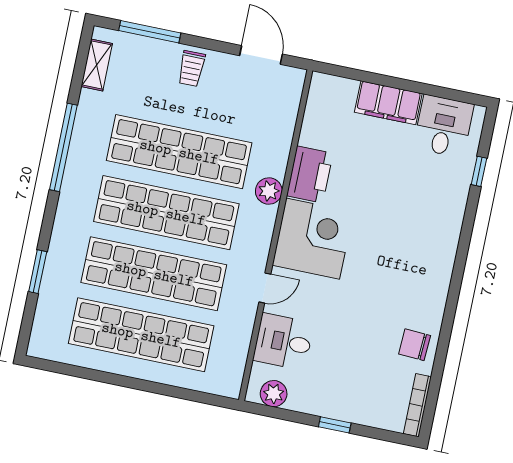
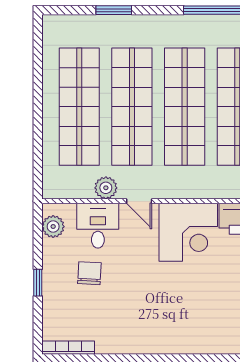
plant: (269, 191) -> (106, 188), moved
chair: (415, 345) -> (89, 273), moved

